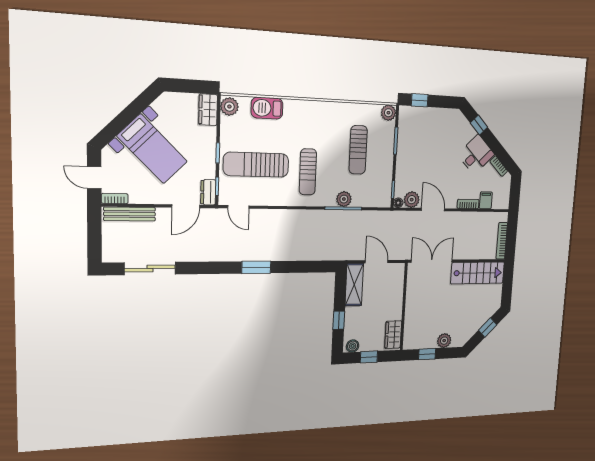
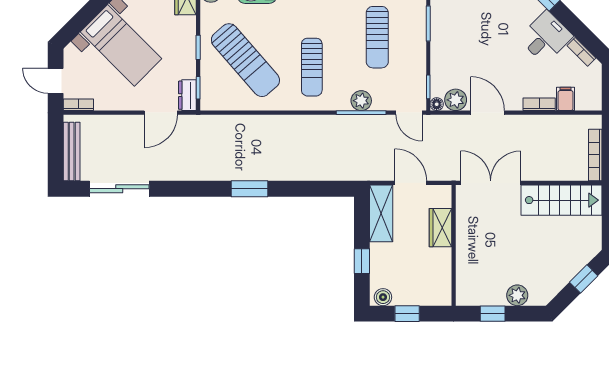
sun lounger: (256, 165) -> (245, 60), turned -131
door: (238, 207) -> (409, 113), moved
bench: (130, 214) -> (72, 152), moved, turned 90
wardrobe: (393, 335) -> (440, 228), moved

